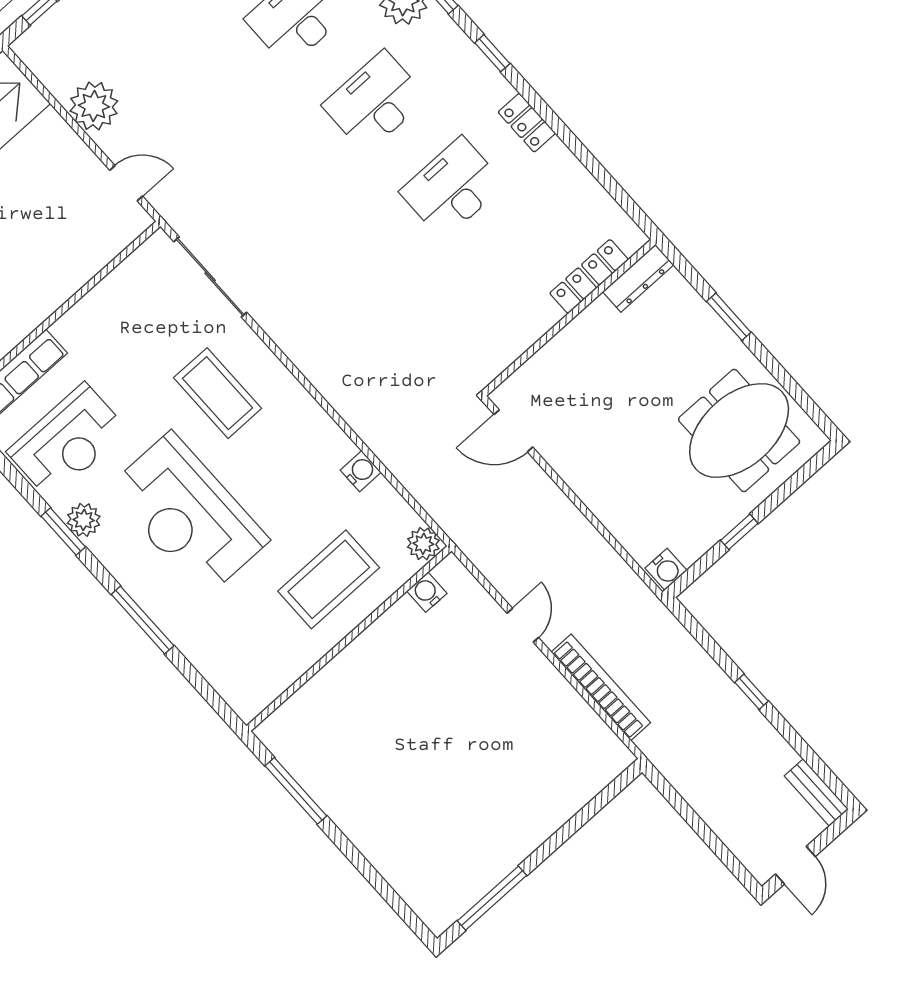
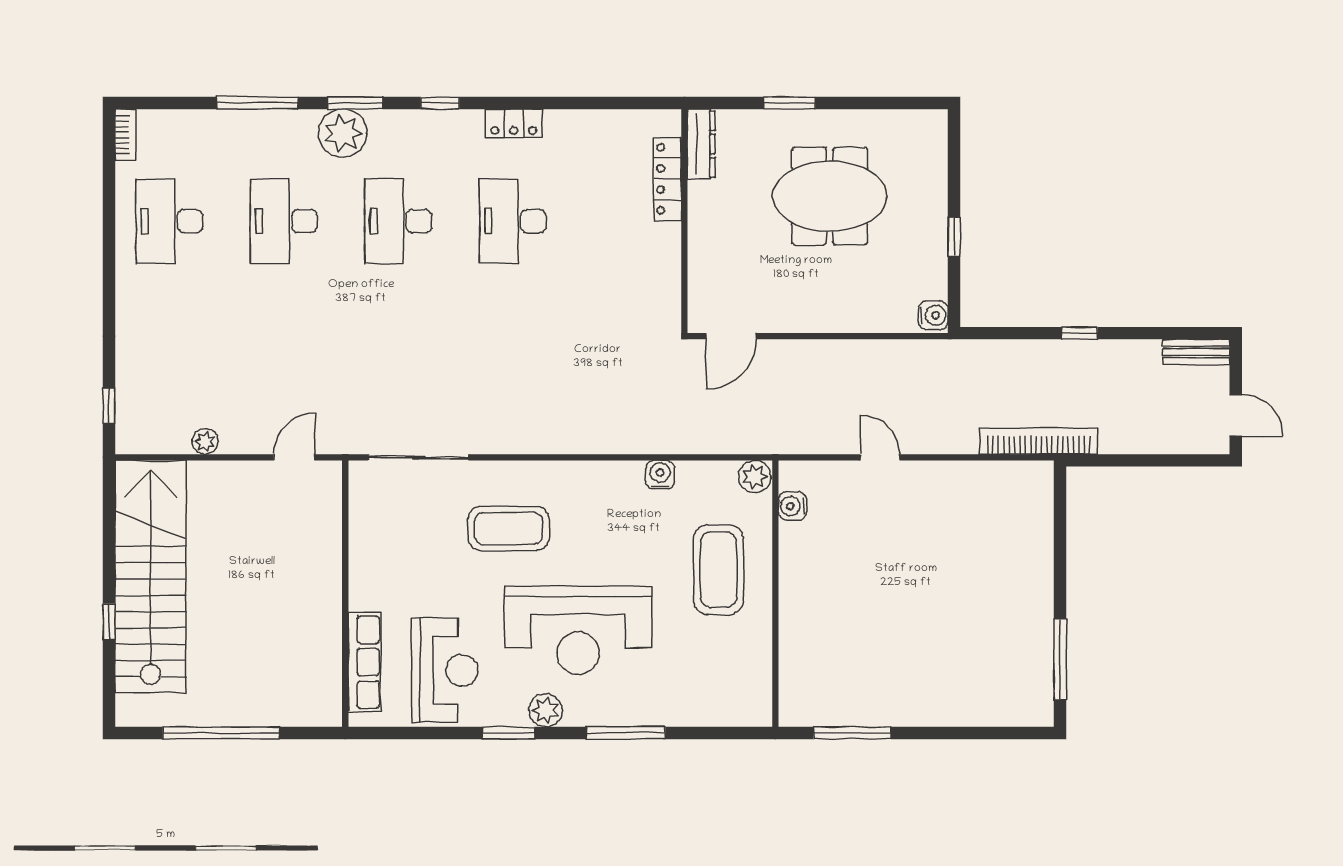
plant: (94, 106) -> (205, 441), width x0.53, depth x0.53
meeting table: (739, 431) -> (830, 196), moved, turned 90
plant: (84, 520) -> (546, 710), moved
bookcase: (601, 687) -> (1039, 441), moved

